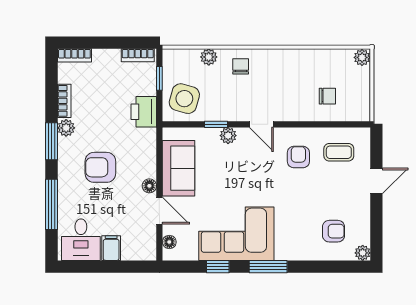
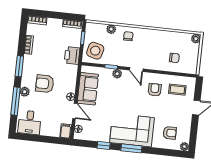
plant: (66, 128) -> (25, 92), moved
corner sofa: (236, 234) -> (132, 130), moved
filing cabinet: (111, 248) -> (66, 131), moved

